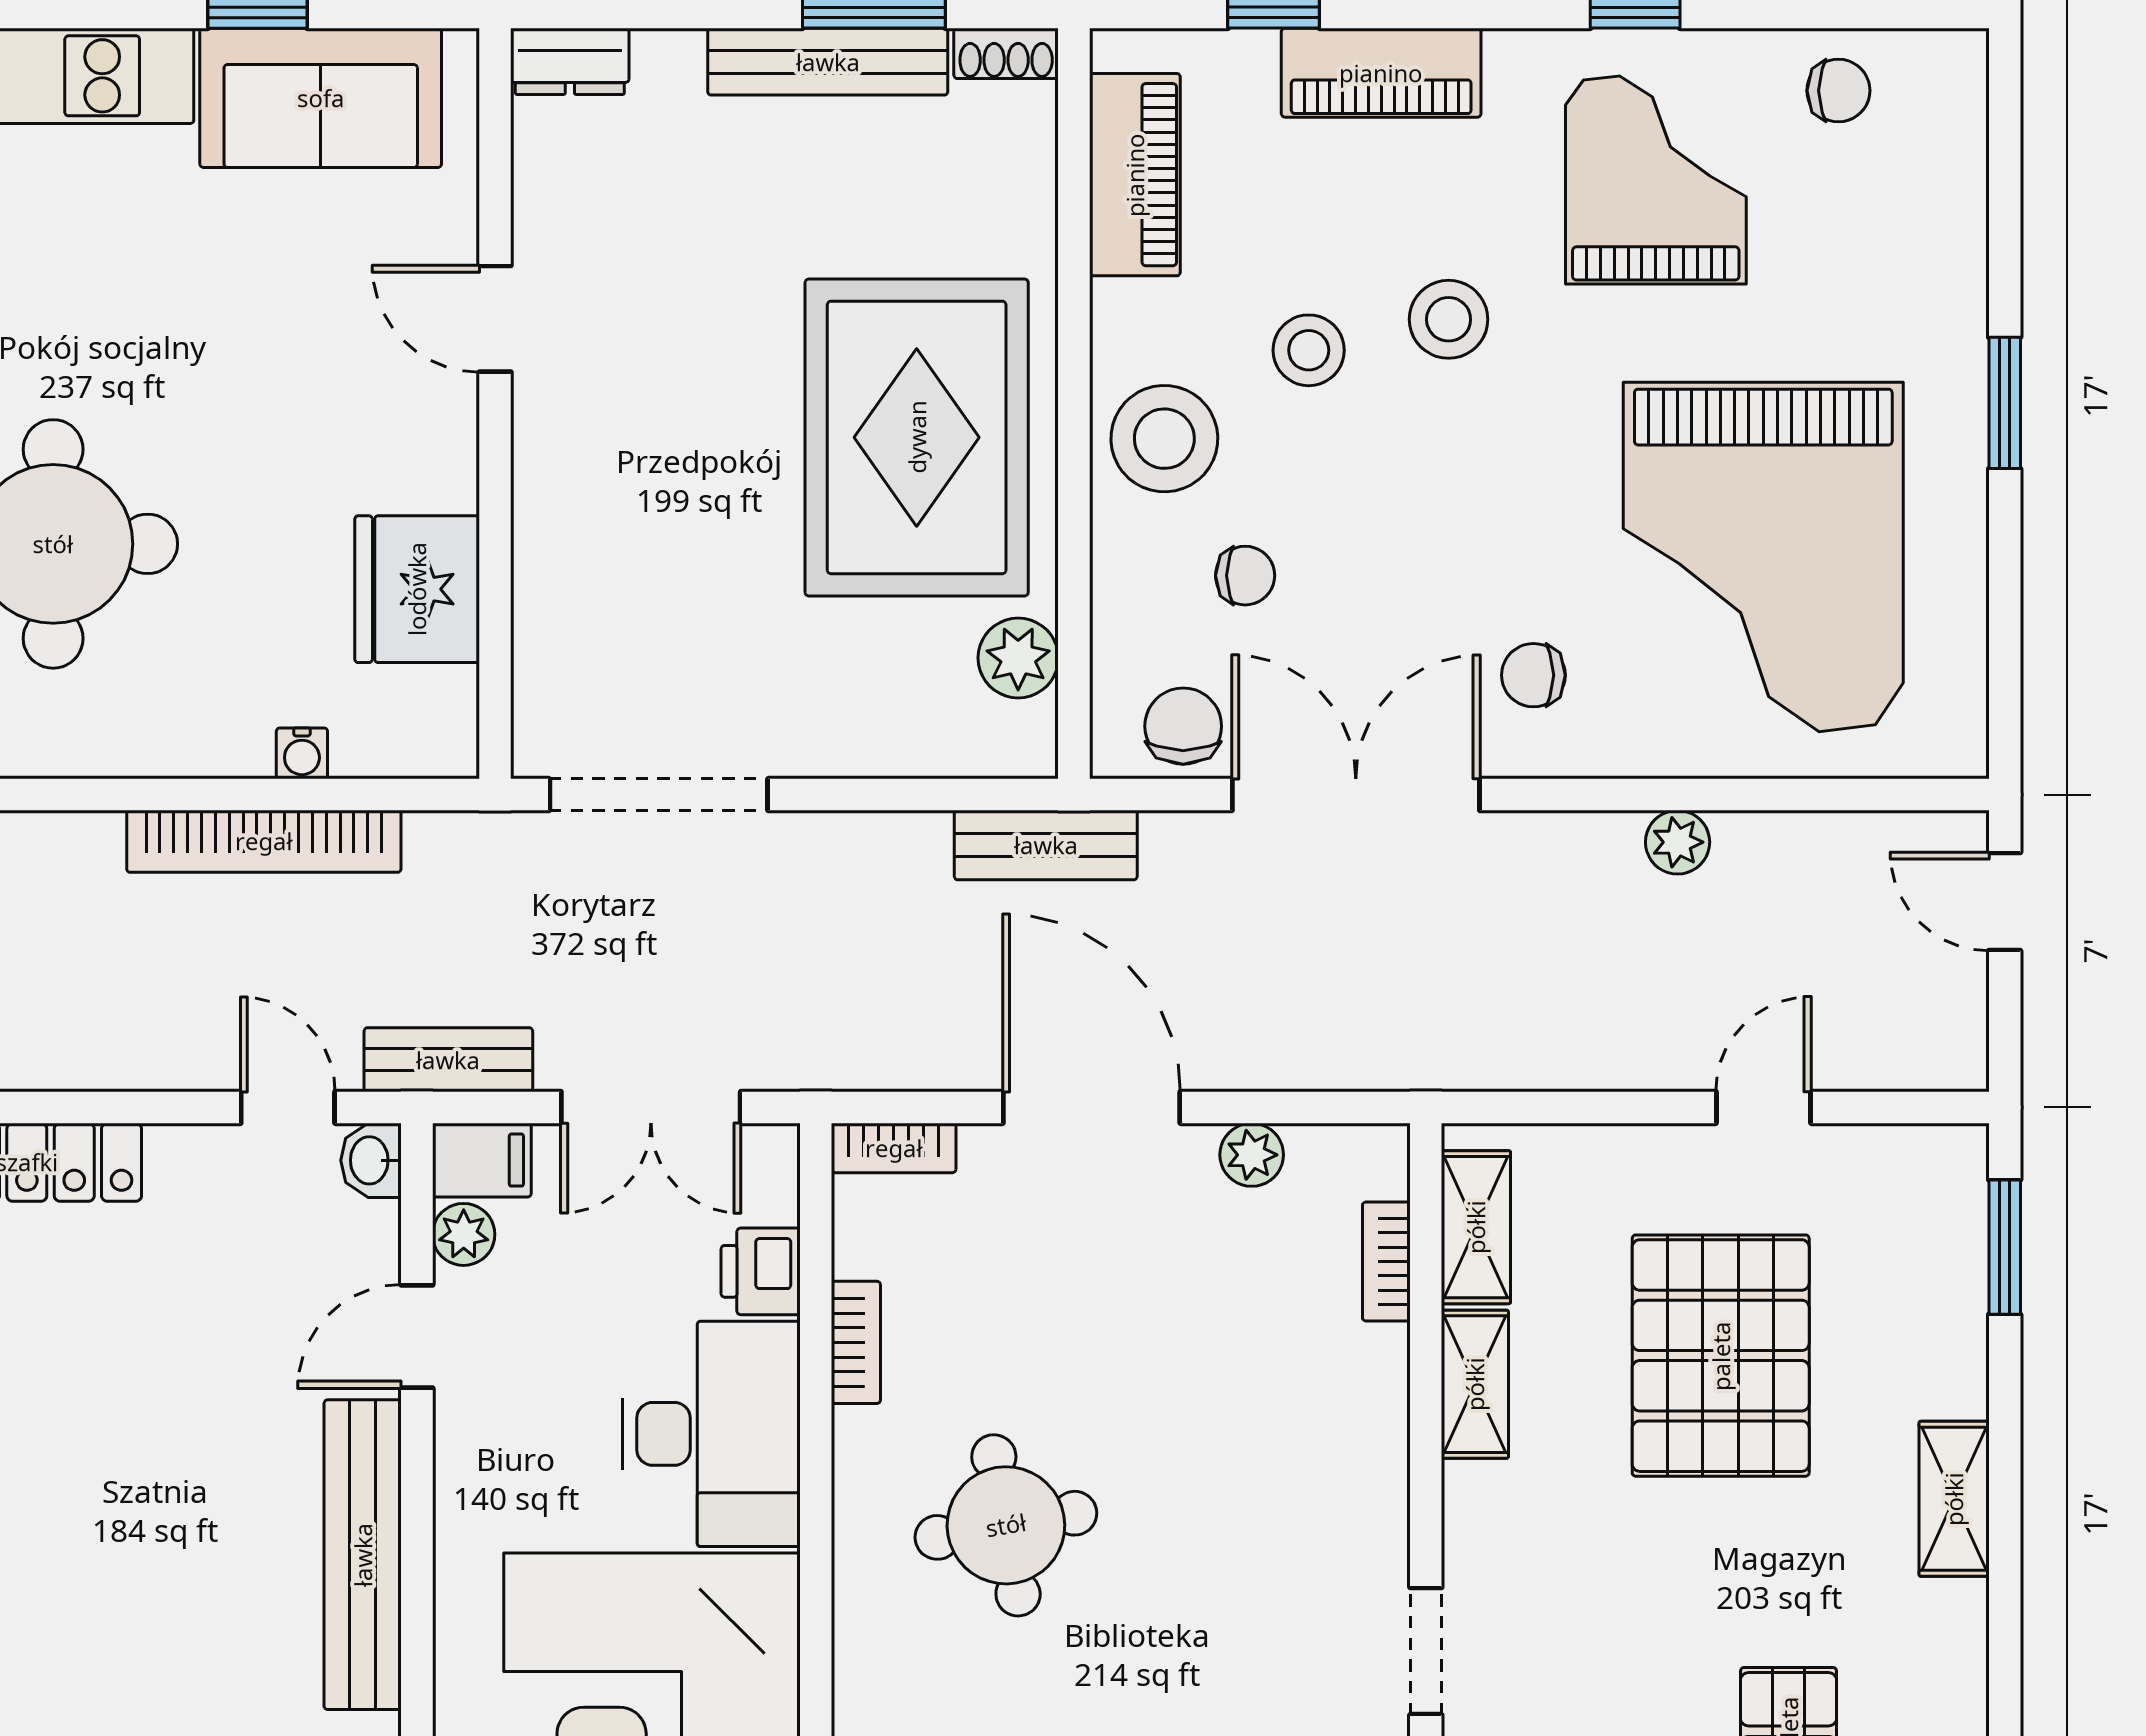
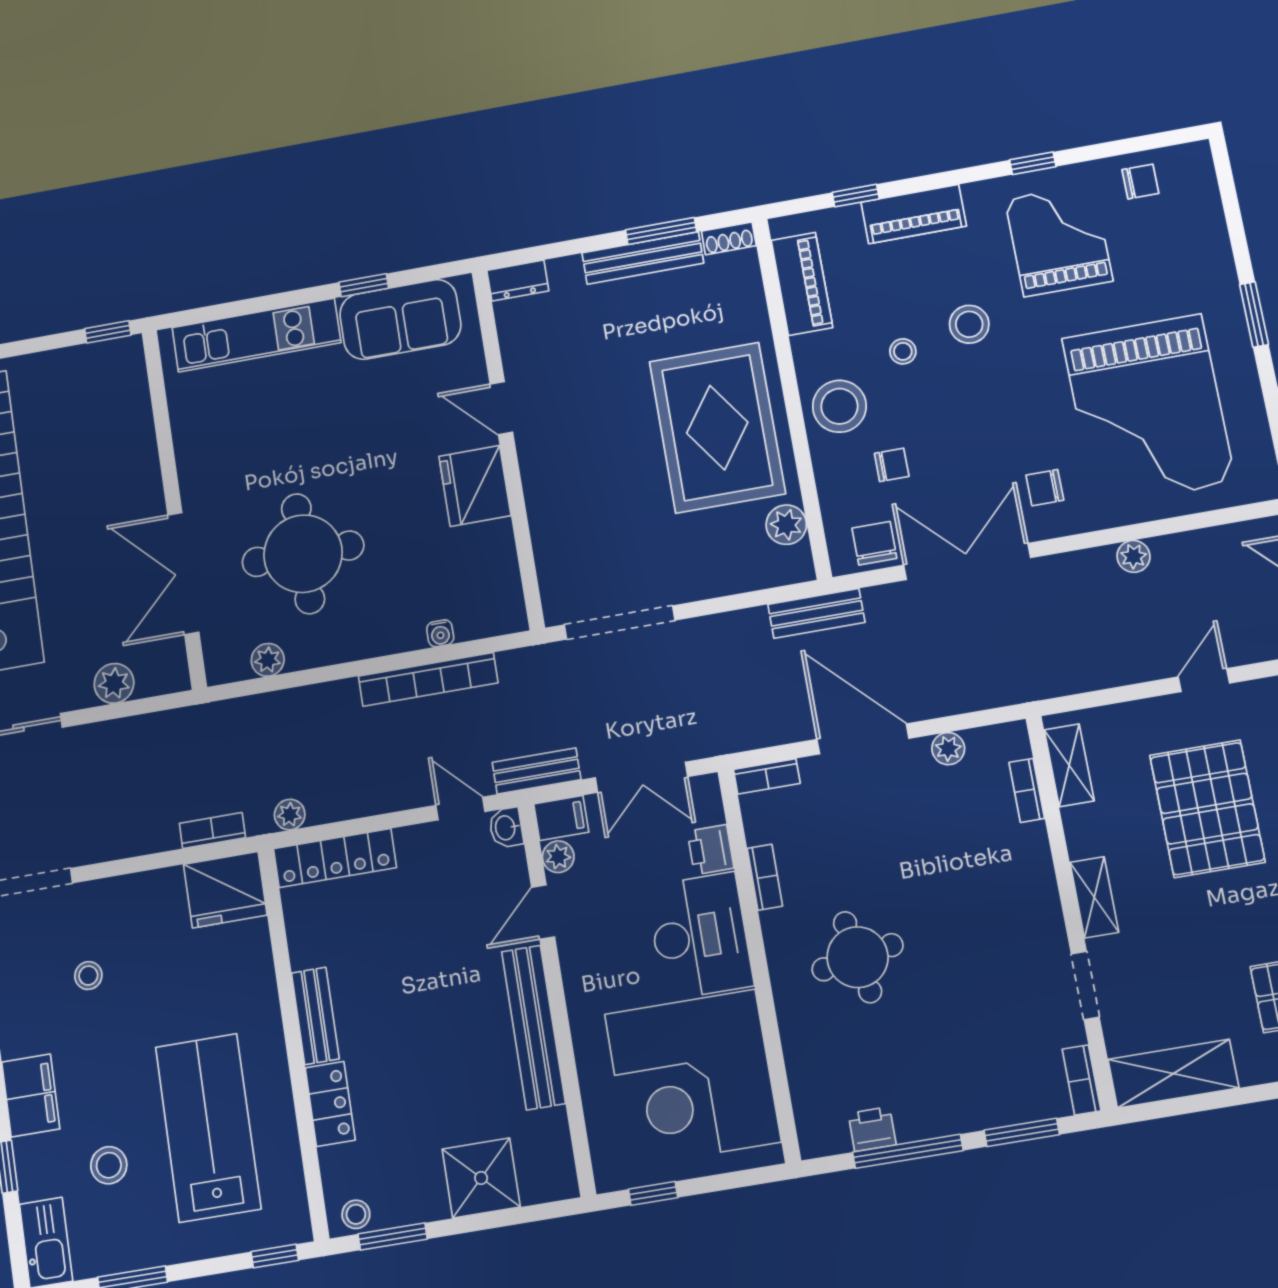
stool: (1309, 350) -> (903, 351), width x0.73, depth x0.73
fridge: (417, 589) -> (475, 486), moved
shelving: (1475, 1384) -> (1094, 897), moved

